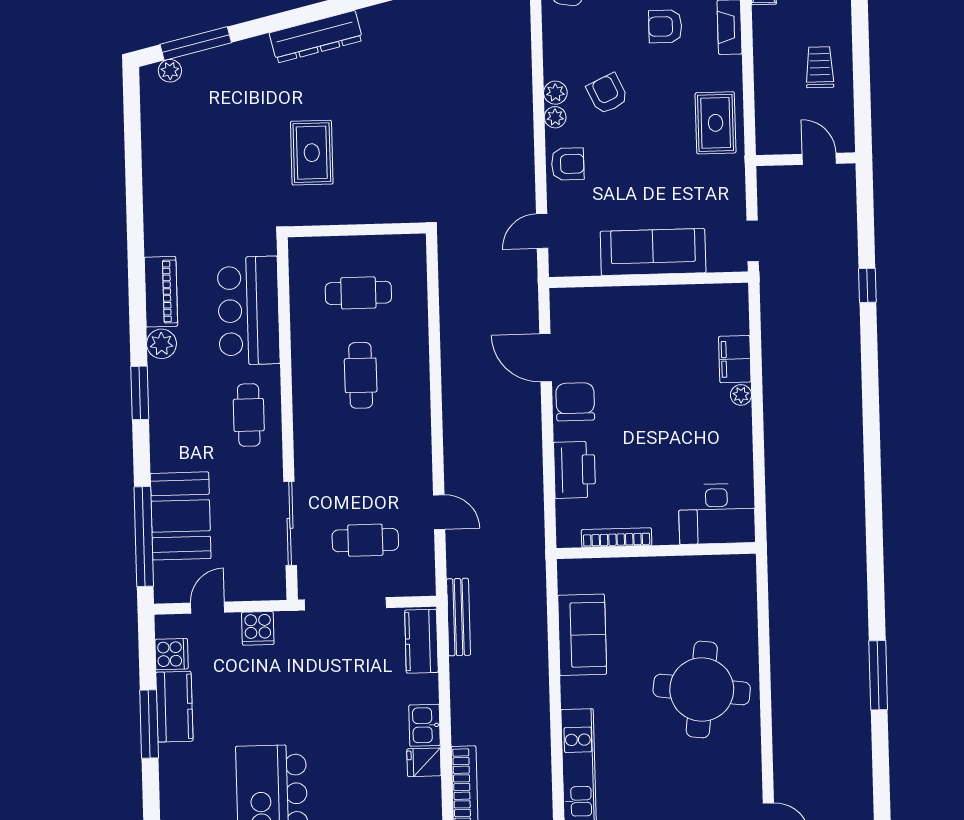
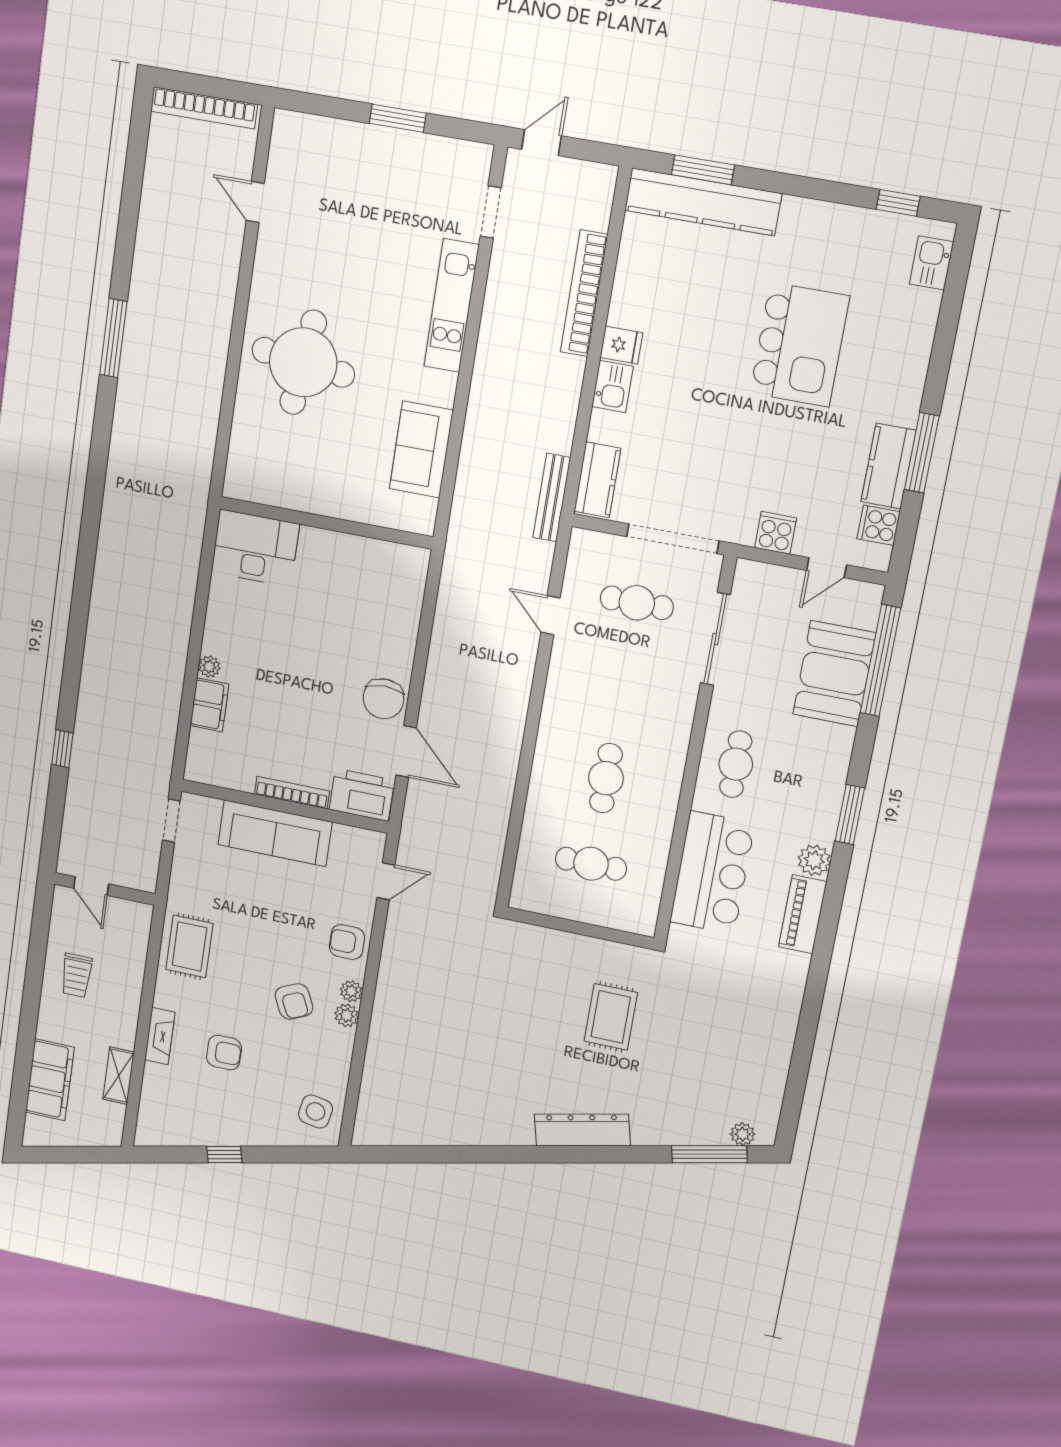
printer: (575, 470) -> (362, 795), moved, turned 90
bookcase: (617, 537) -> (292, 793), moved, turned 180

